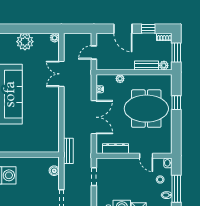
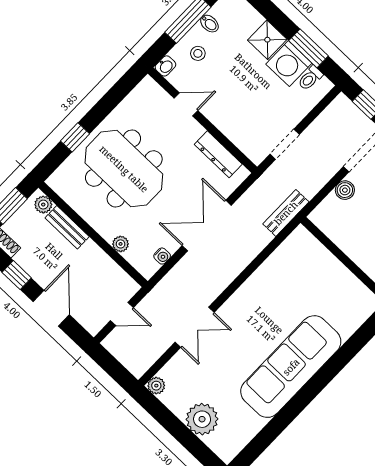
door: (146, 156) -> (186, 104), hinge flipped
boiler: (54, 171) -> (345, 190), moved

